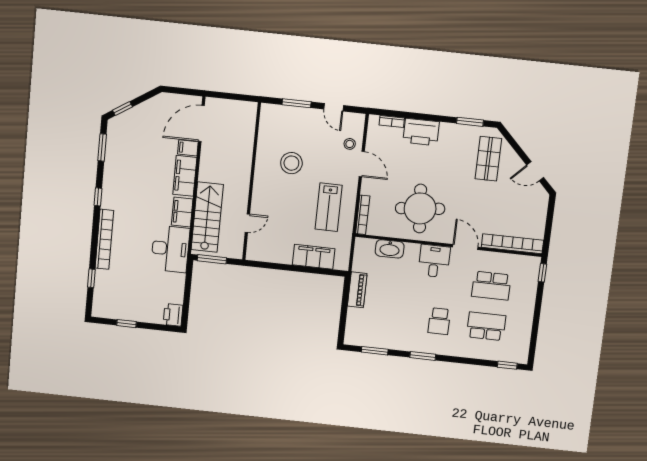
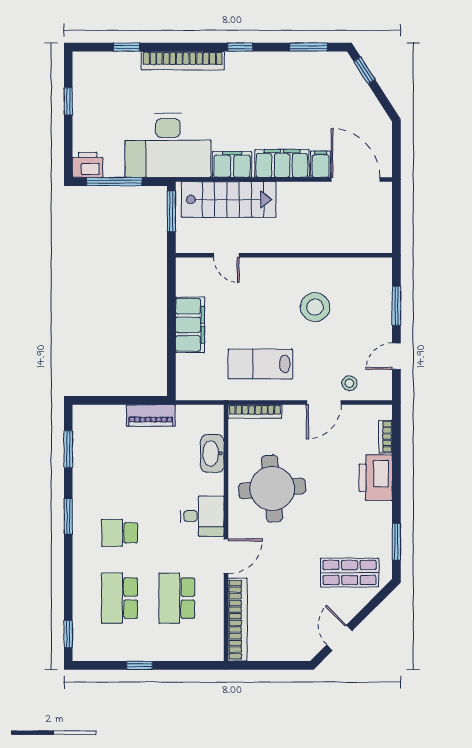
desk: (170, 249) -> (168, 145), width x1.36, depth x1.30
filing cabinet: (314, 257) -> (190, 325), moved
window: (542, 273) -> (139, 665), moved
window: (187, 297) -> (114, 182), added
school desk: (486, 326) -> (120, 598), turned 180

